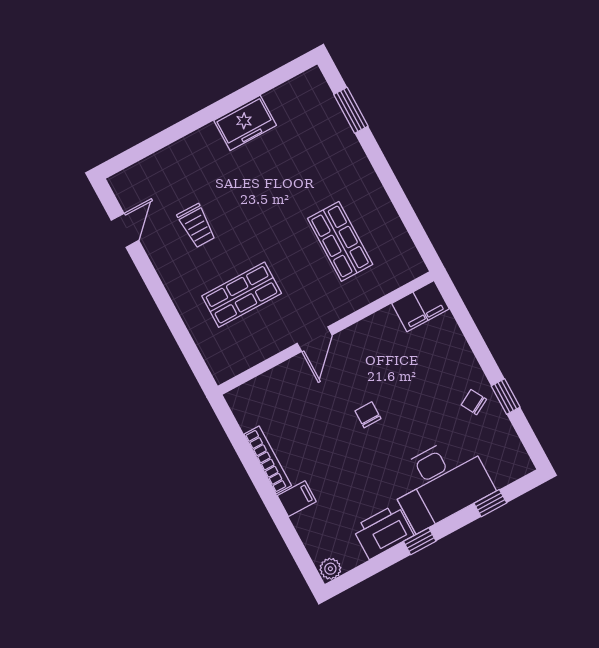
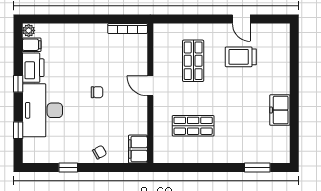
trolley: (197, 226) -> (241, 57), width x1.36, depth x1.39
door: (125, 230) -> (241, 19), moved
chair: (474, 402) -> (100, 152), moved
bookcase: (268, 460) -> (128, 29), moved
filing cabinet: (297, 499) -> (32, 45), moved, turned -90

